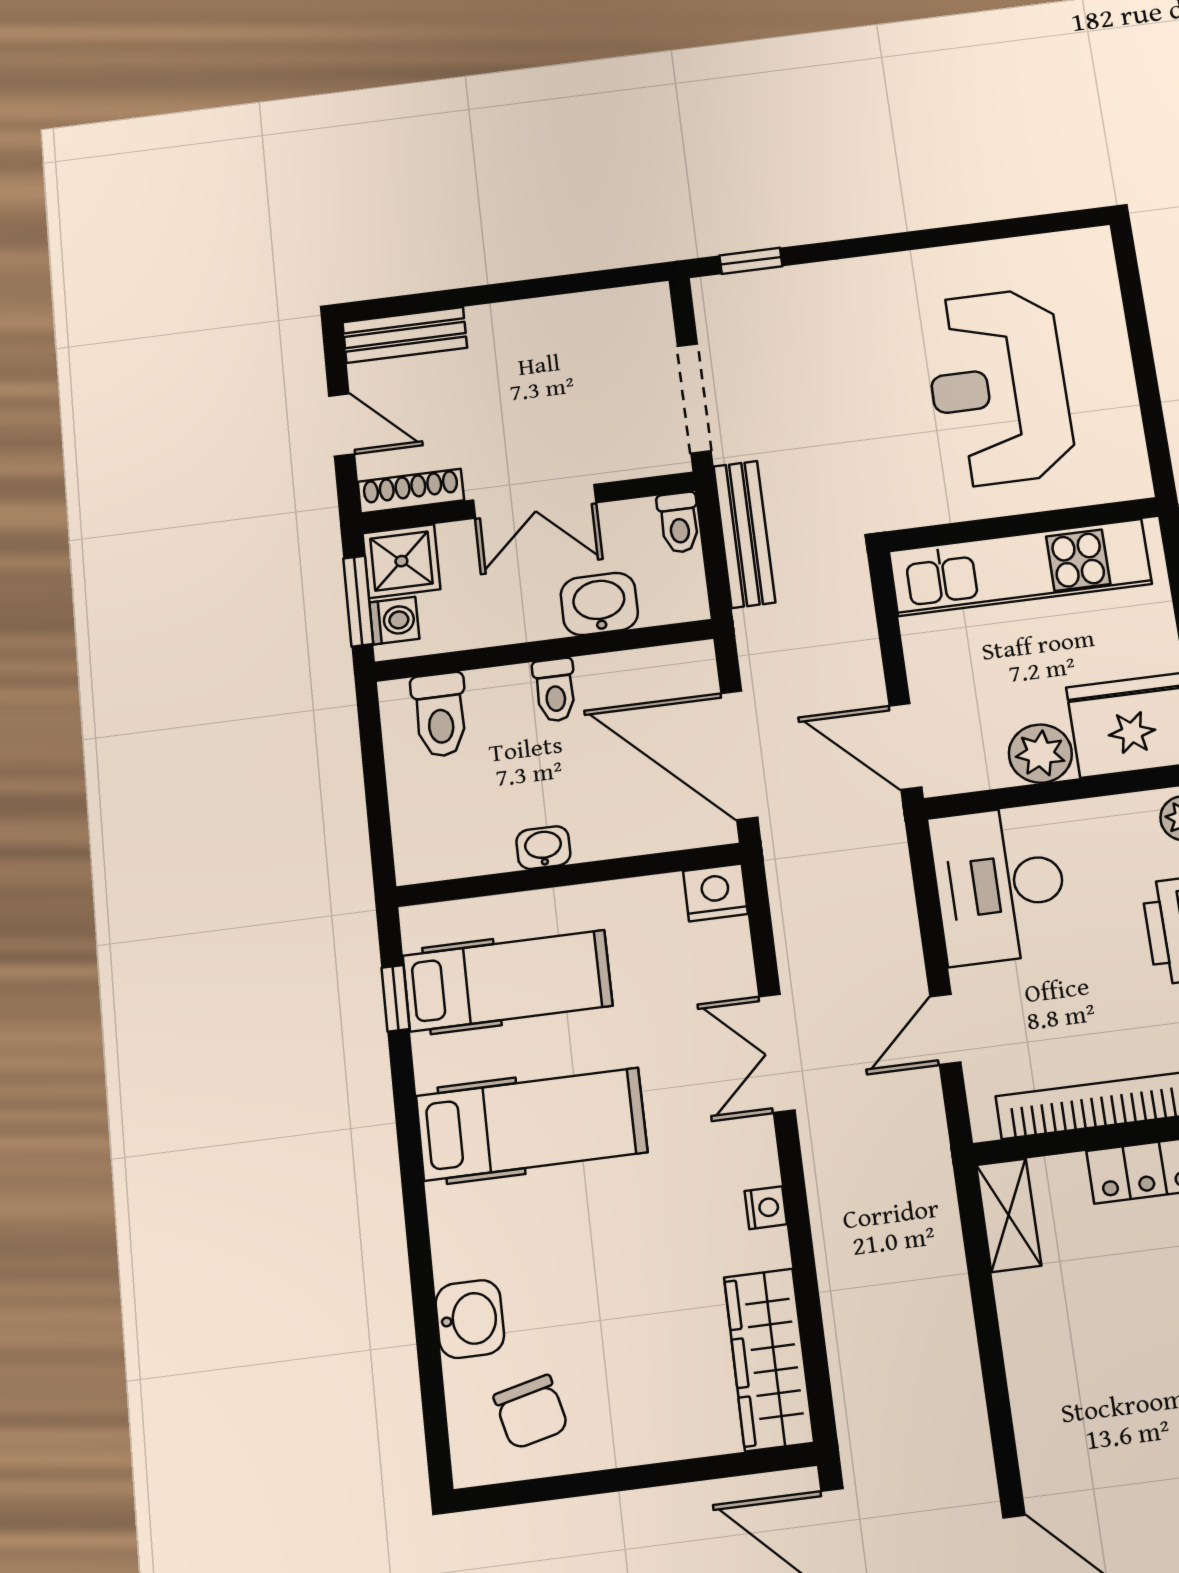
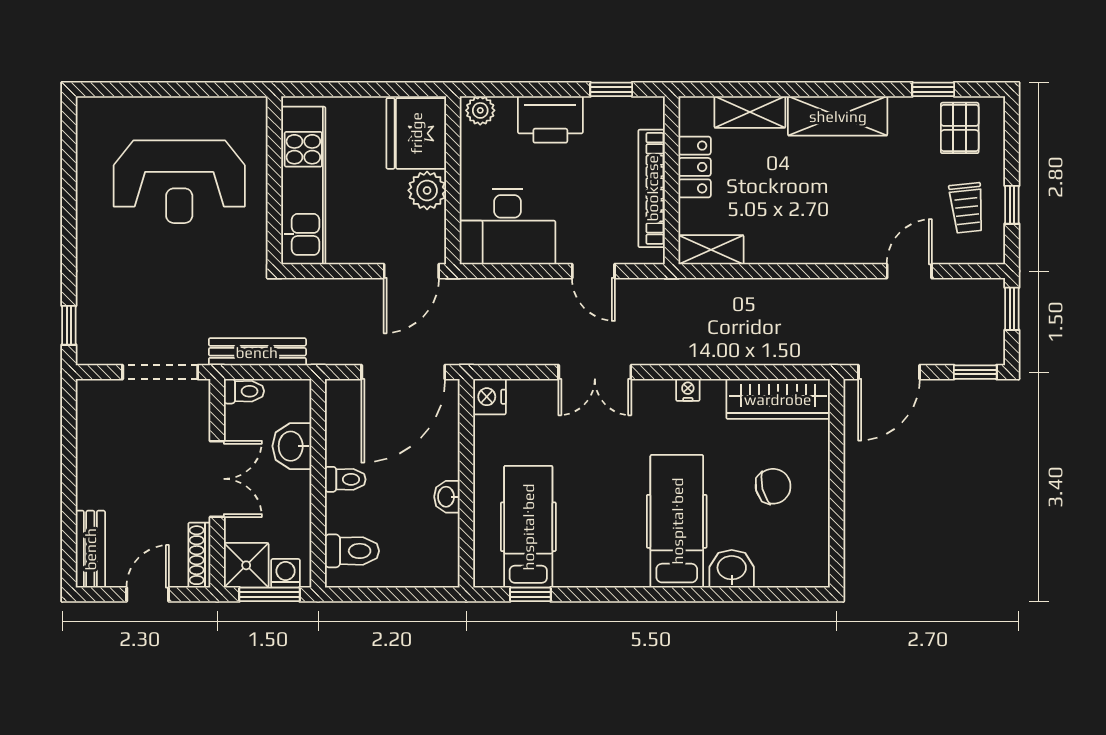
hospital bed: (531, 1124) -> (677, 521), moved
chair: (531, 1412) -> (773, 486), moved

